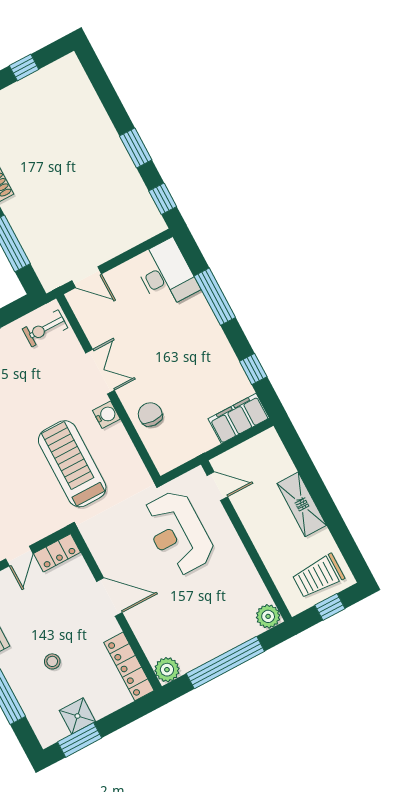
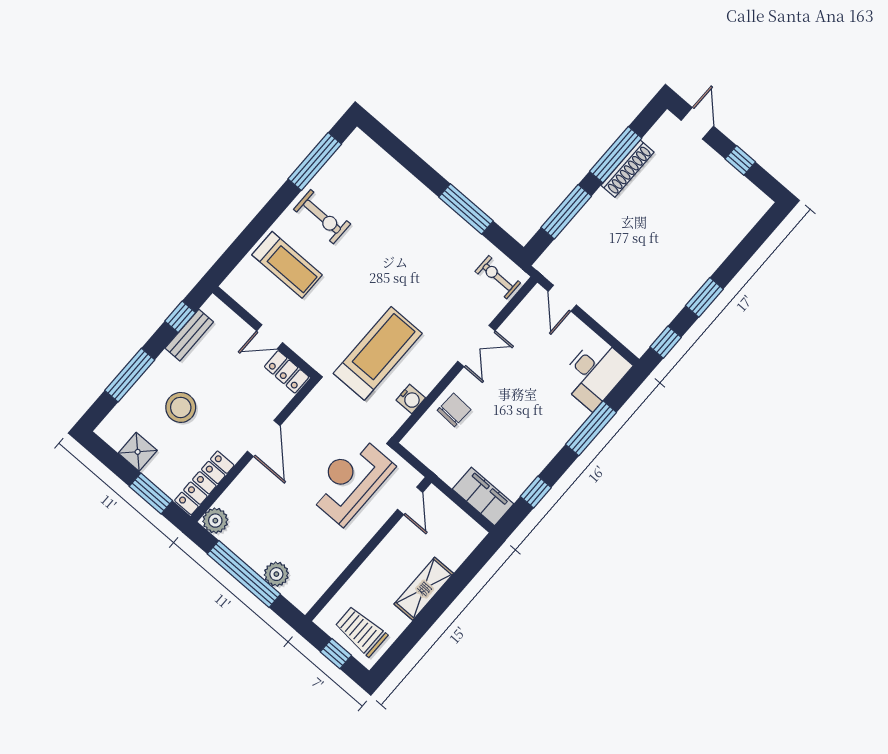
water cooler: (106, 415) -> (411, 399), moved
plant: (268, 616) -> (276, 574), moved
stool: (52, 661) -> (181, 407), width x1.89, depth x1.89
window: (80, 740) -> (151, 494), moved

